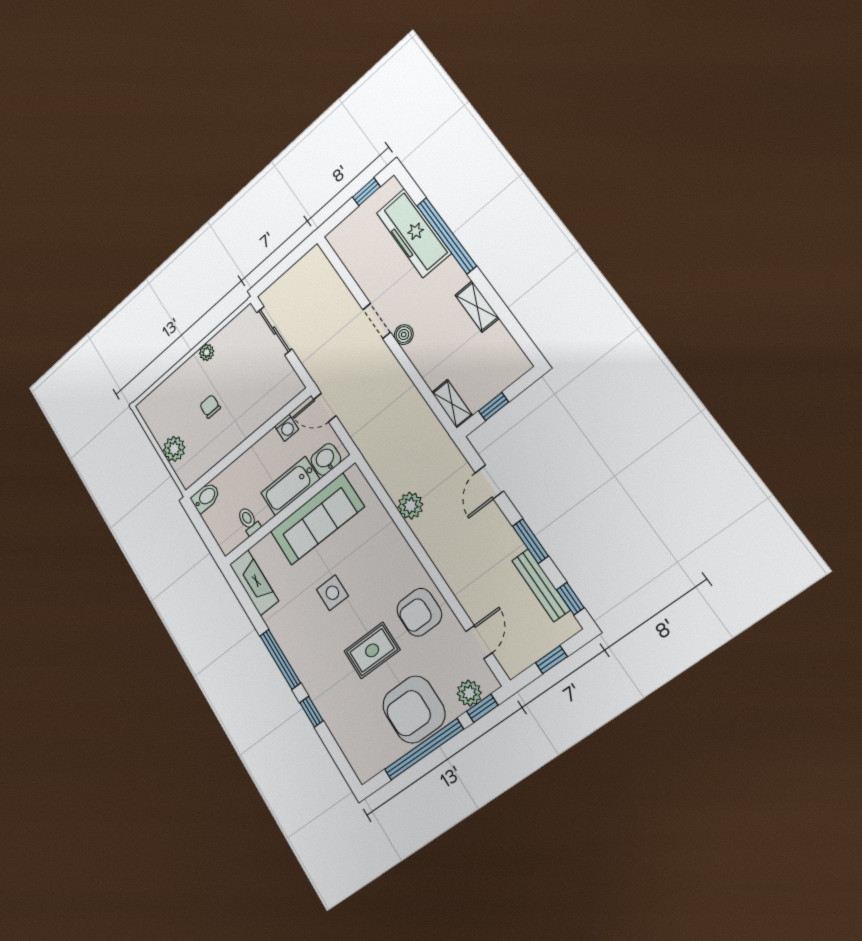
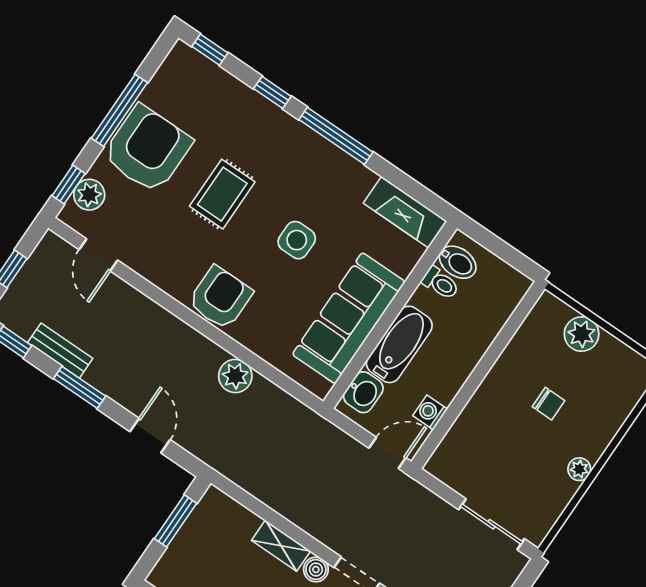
shelving: (452, 404) -> (281, 546), moved
window: (494, 407) -> (175, 521), width x1.50
bidet: (206, 497) -> (458, 262), moved, turned -90
bench: (541, 585) -> (60, 351), width x0.73
armchair: (419, 612) -> (220, 298), moved
window: (424, 749) -> (119, 110), width x0.68
window: (343, 765) -> (210, 50), added

